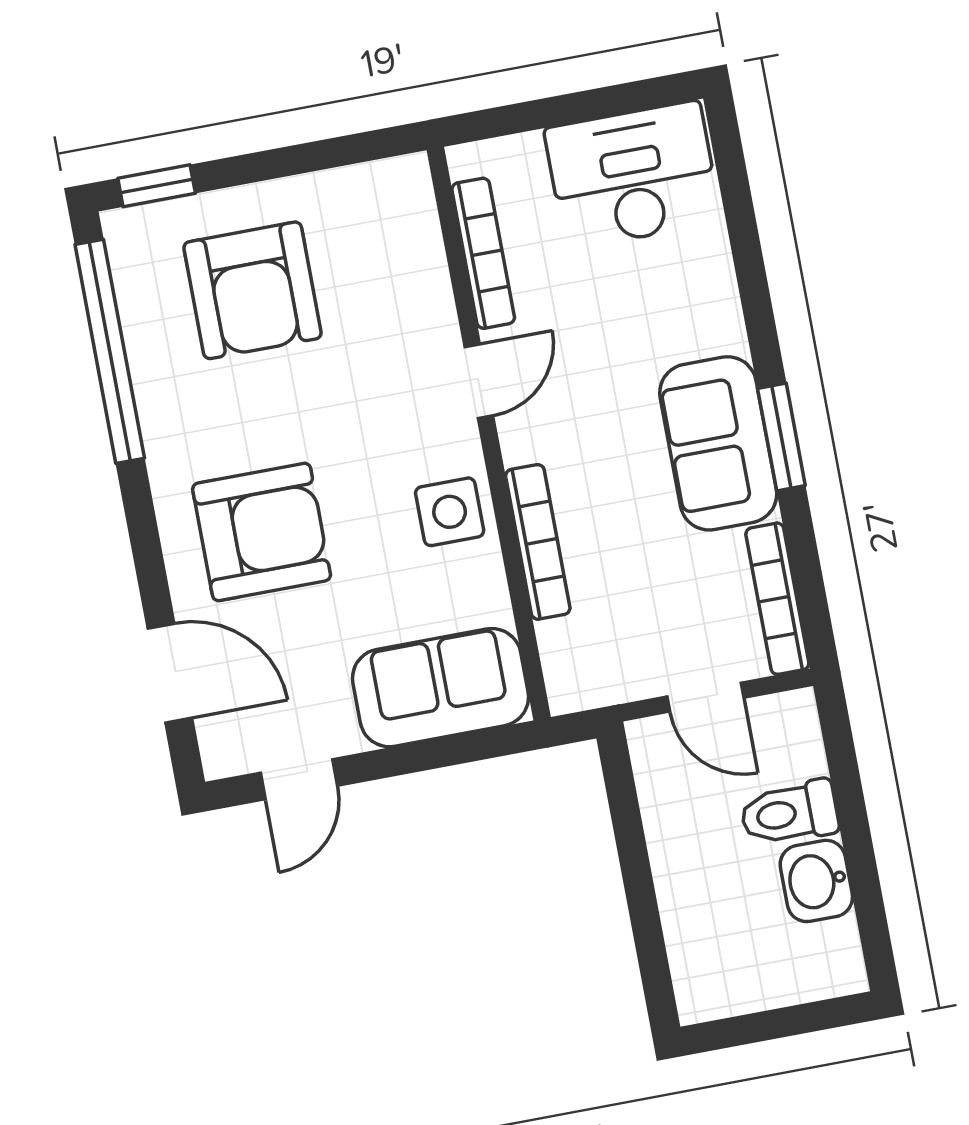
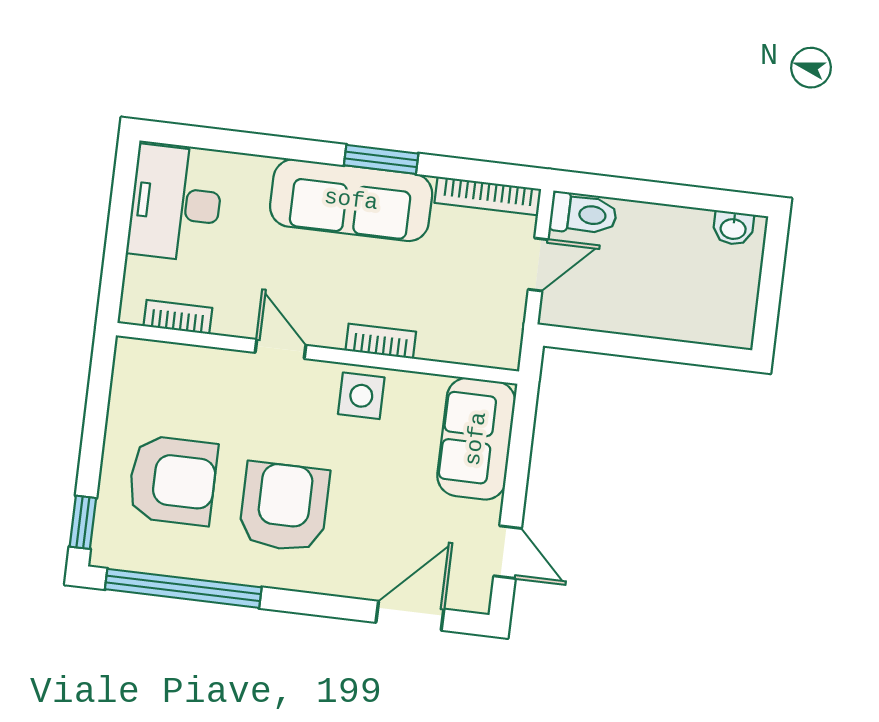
bookcase: (483, 253) -> (178, 317), width x0.64
sofa: (718, 443) -> (351, 200), width x1.36
armchair: (262, 532) -> (284, 507), moved
bookcase: (538, 542) -> (381, 341), width x0.64
toilet: (789, 813) -> (583, 214), moved, turned -90
washbasin: (816, 881) -> (733, 228), moved, width x0.72, depth x0.69

